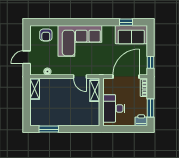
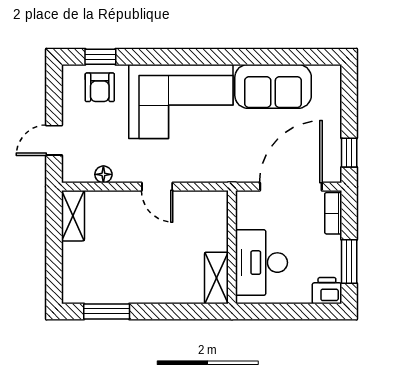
window: (126, 22) -> (100, 57), moved
sofa: (131, 35) -> (273, 86), moved
door: (80, 77) -> (157, 187), moved
shelving: (95, 91) -> (216, 278), moved

